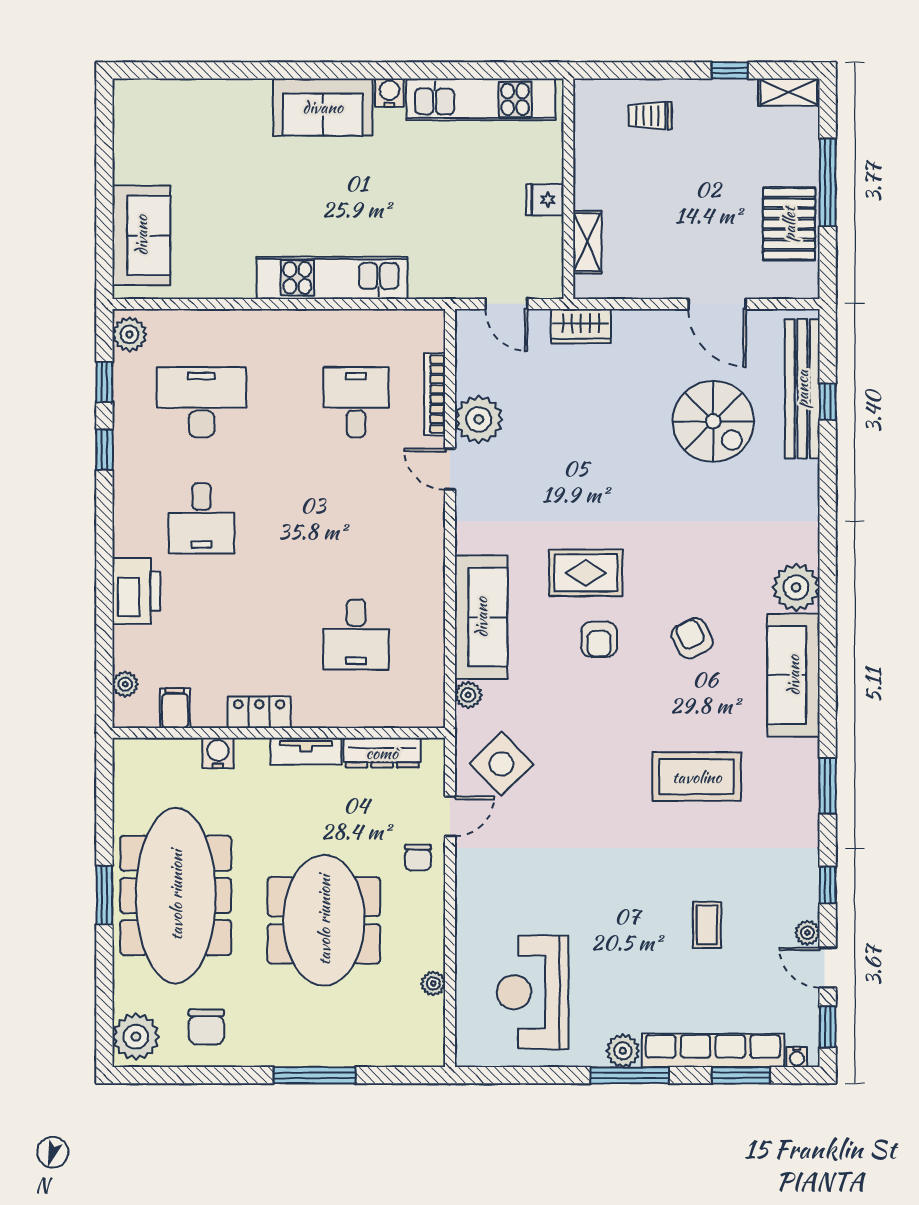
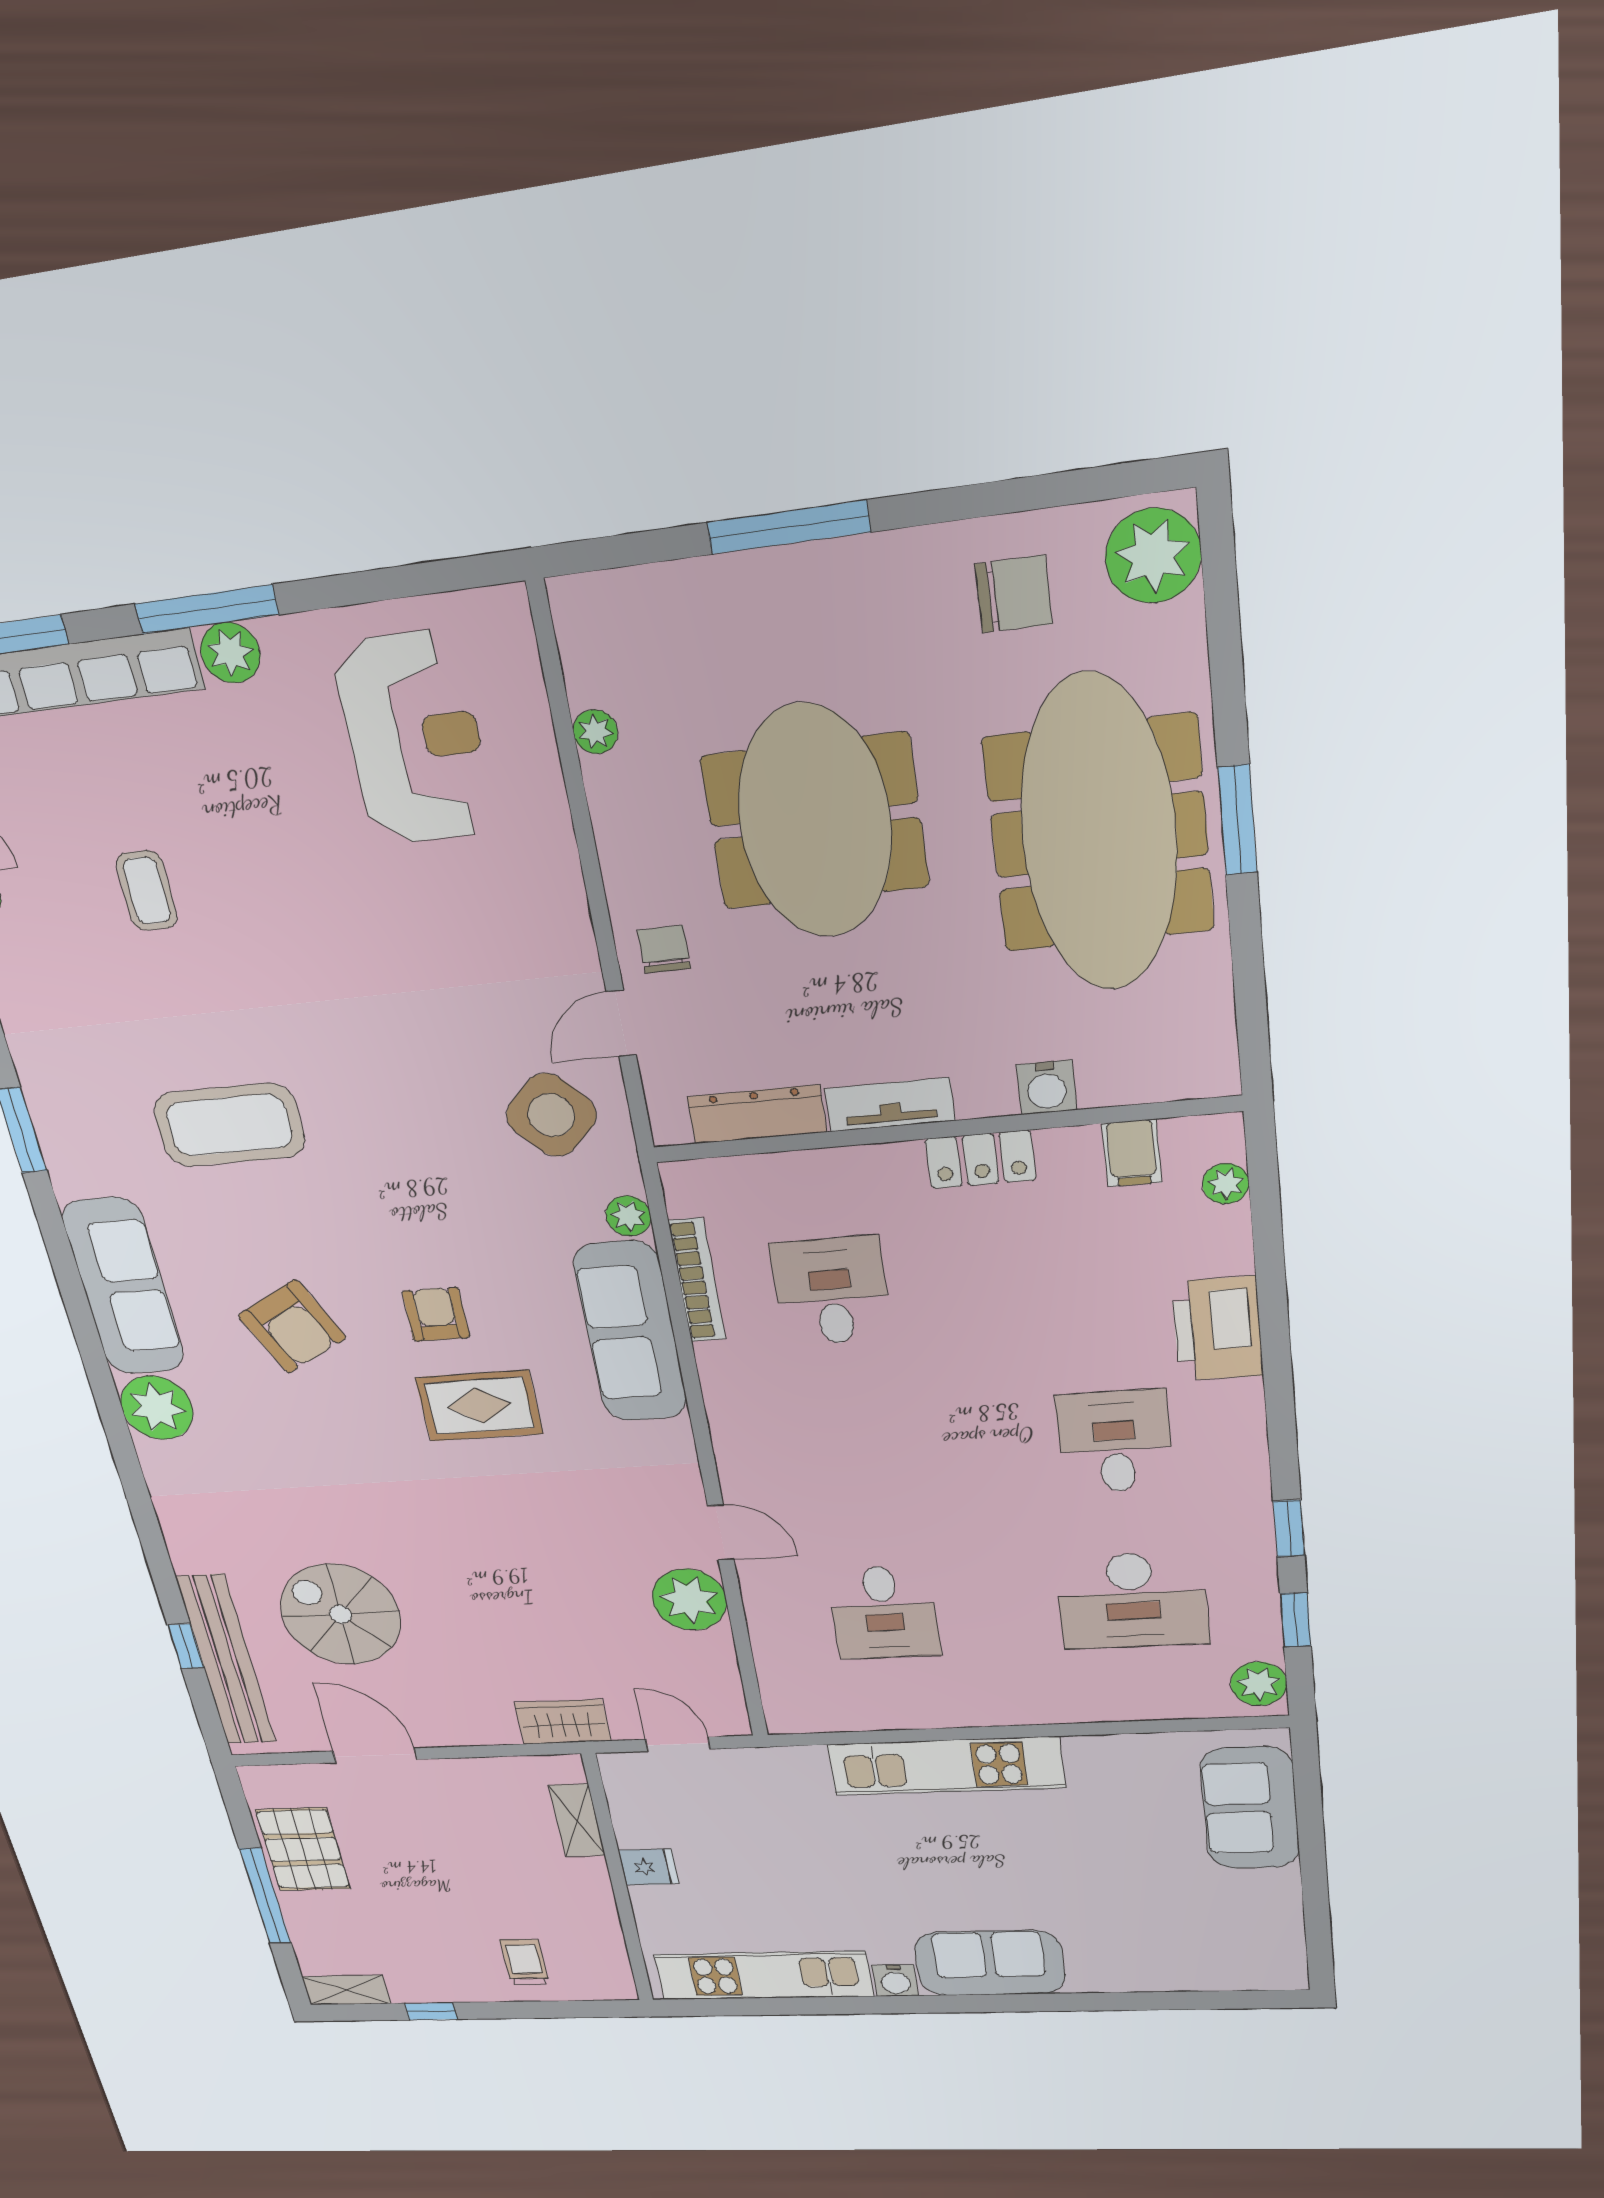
trolley: (650, 116) -> (525, 1962), turned -90
bookcase: (435, 394) -> (697, 1280), moved
armchair: (692, 638) -> (292, 1327), width x1.38, depth x1.38
chair: (206, 1027) -> (1014, 594), turned 90

